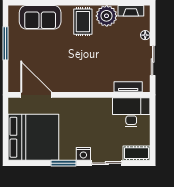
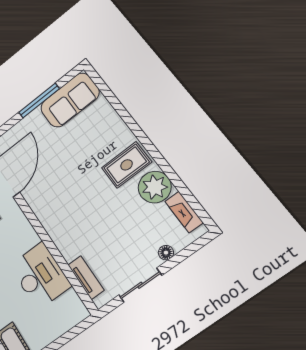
sofa: (40, 17) -> (70, 100), moved, turned -90
desk: (131, 112) -> (40, 276), moved

